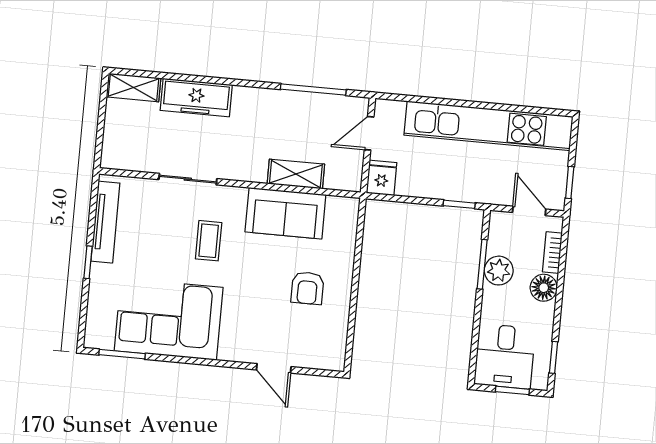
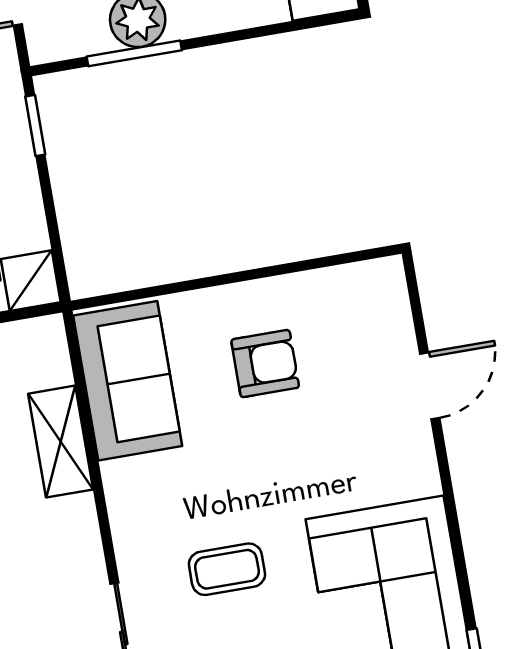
sofa: (285, 213) -> (128, 381), moved

